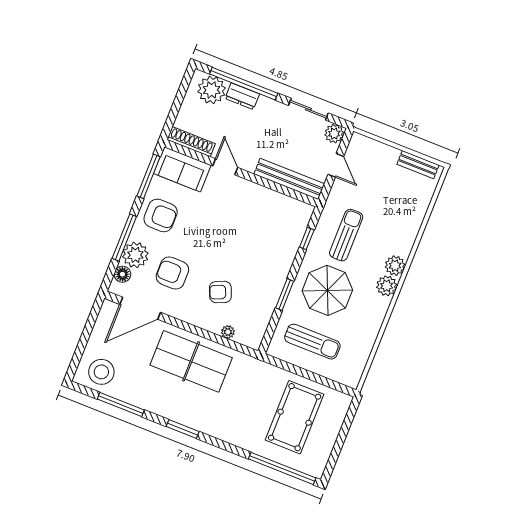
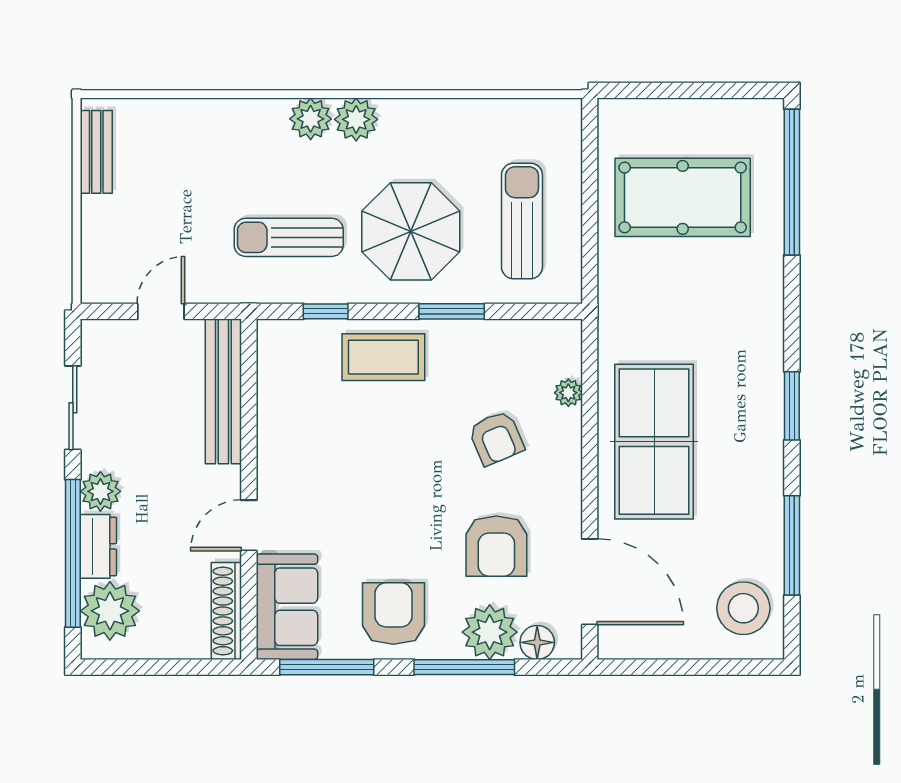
plant: (334, 134) -> (100, 491), moved
coffee table: (276, 256) -> (383, 357), added

